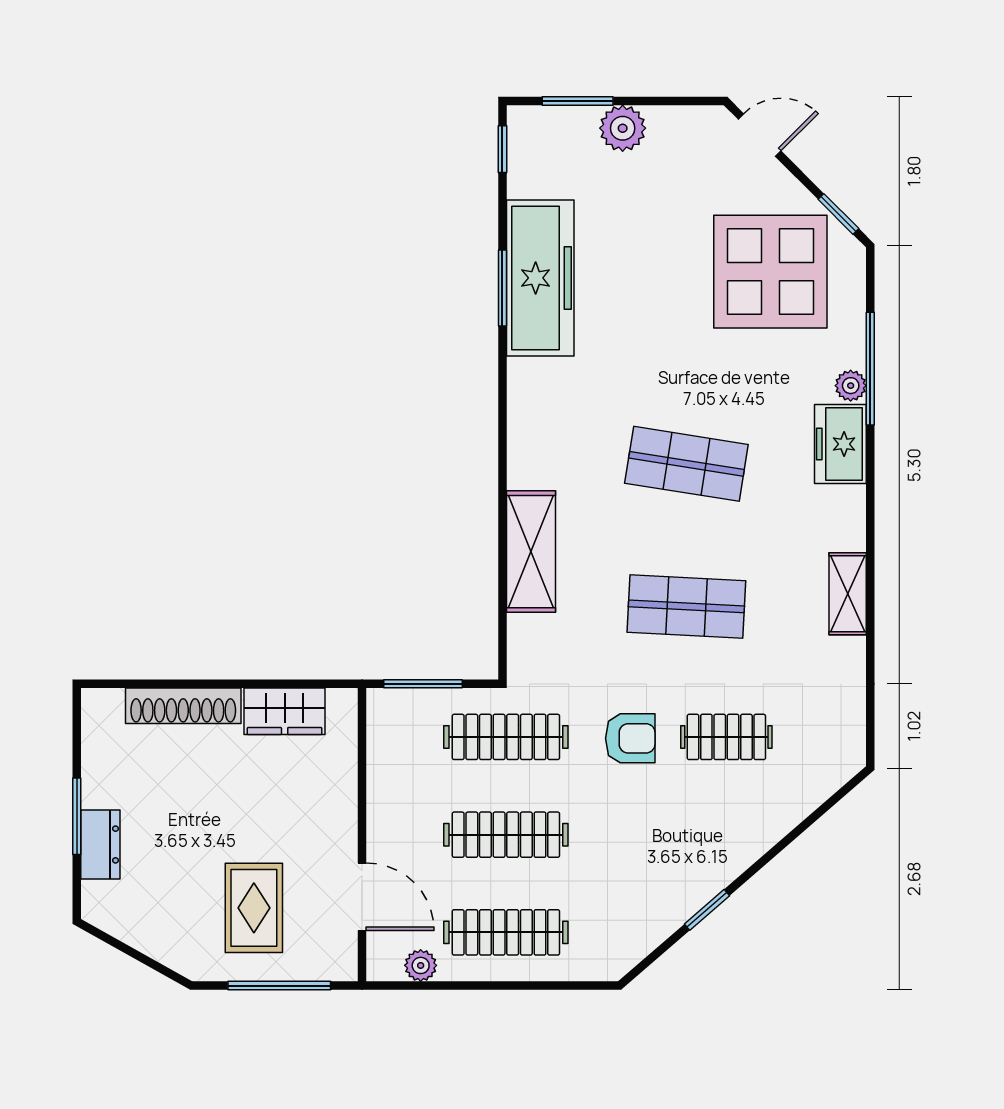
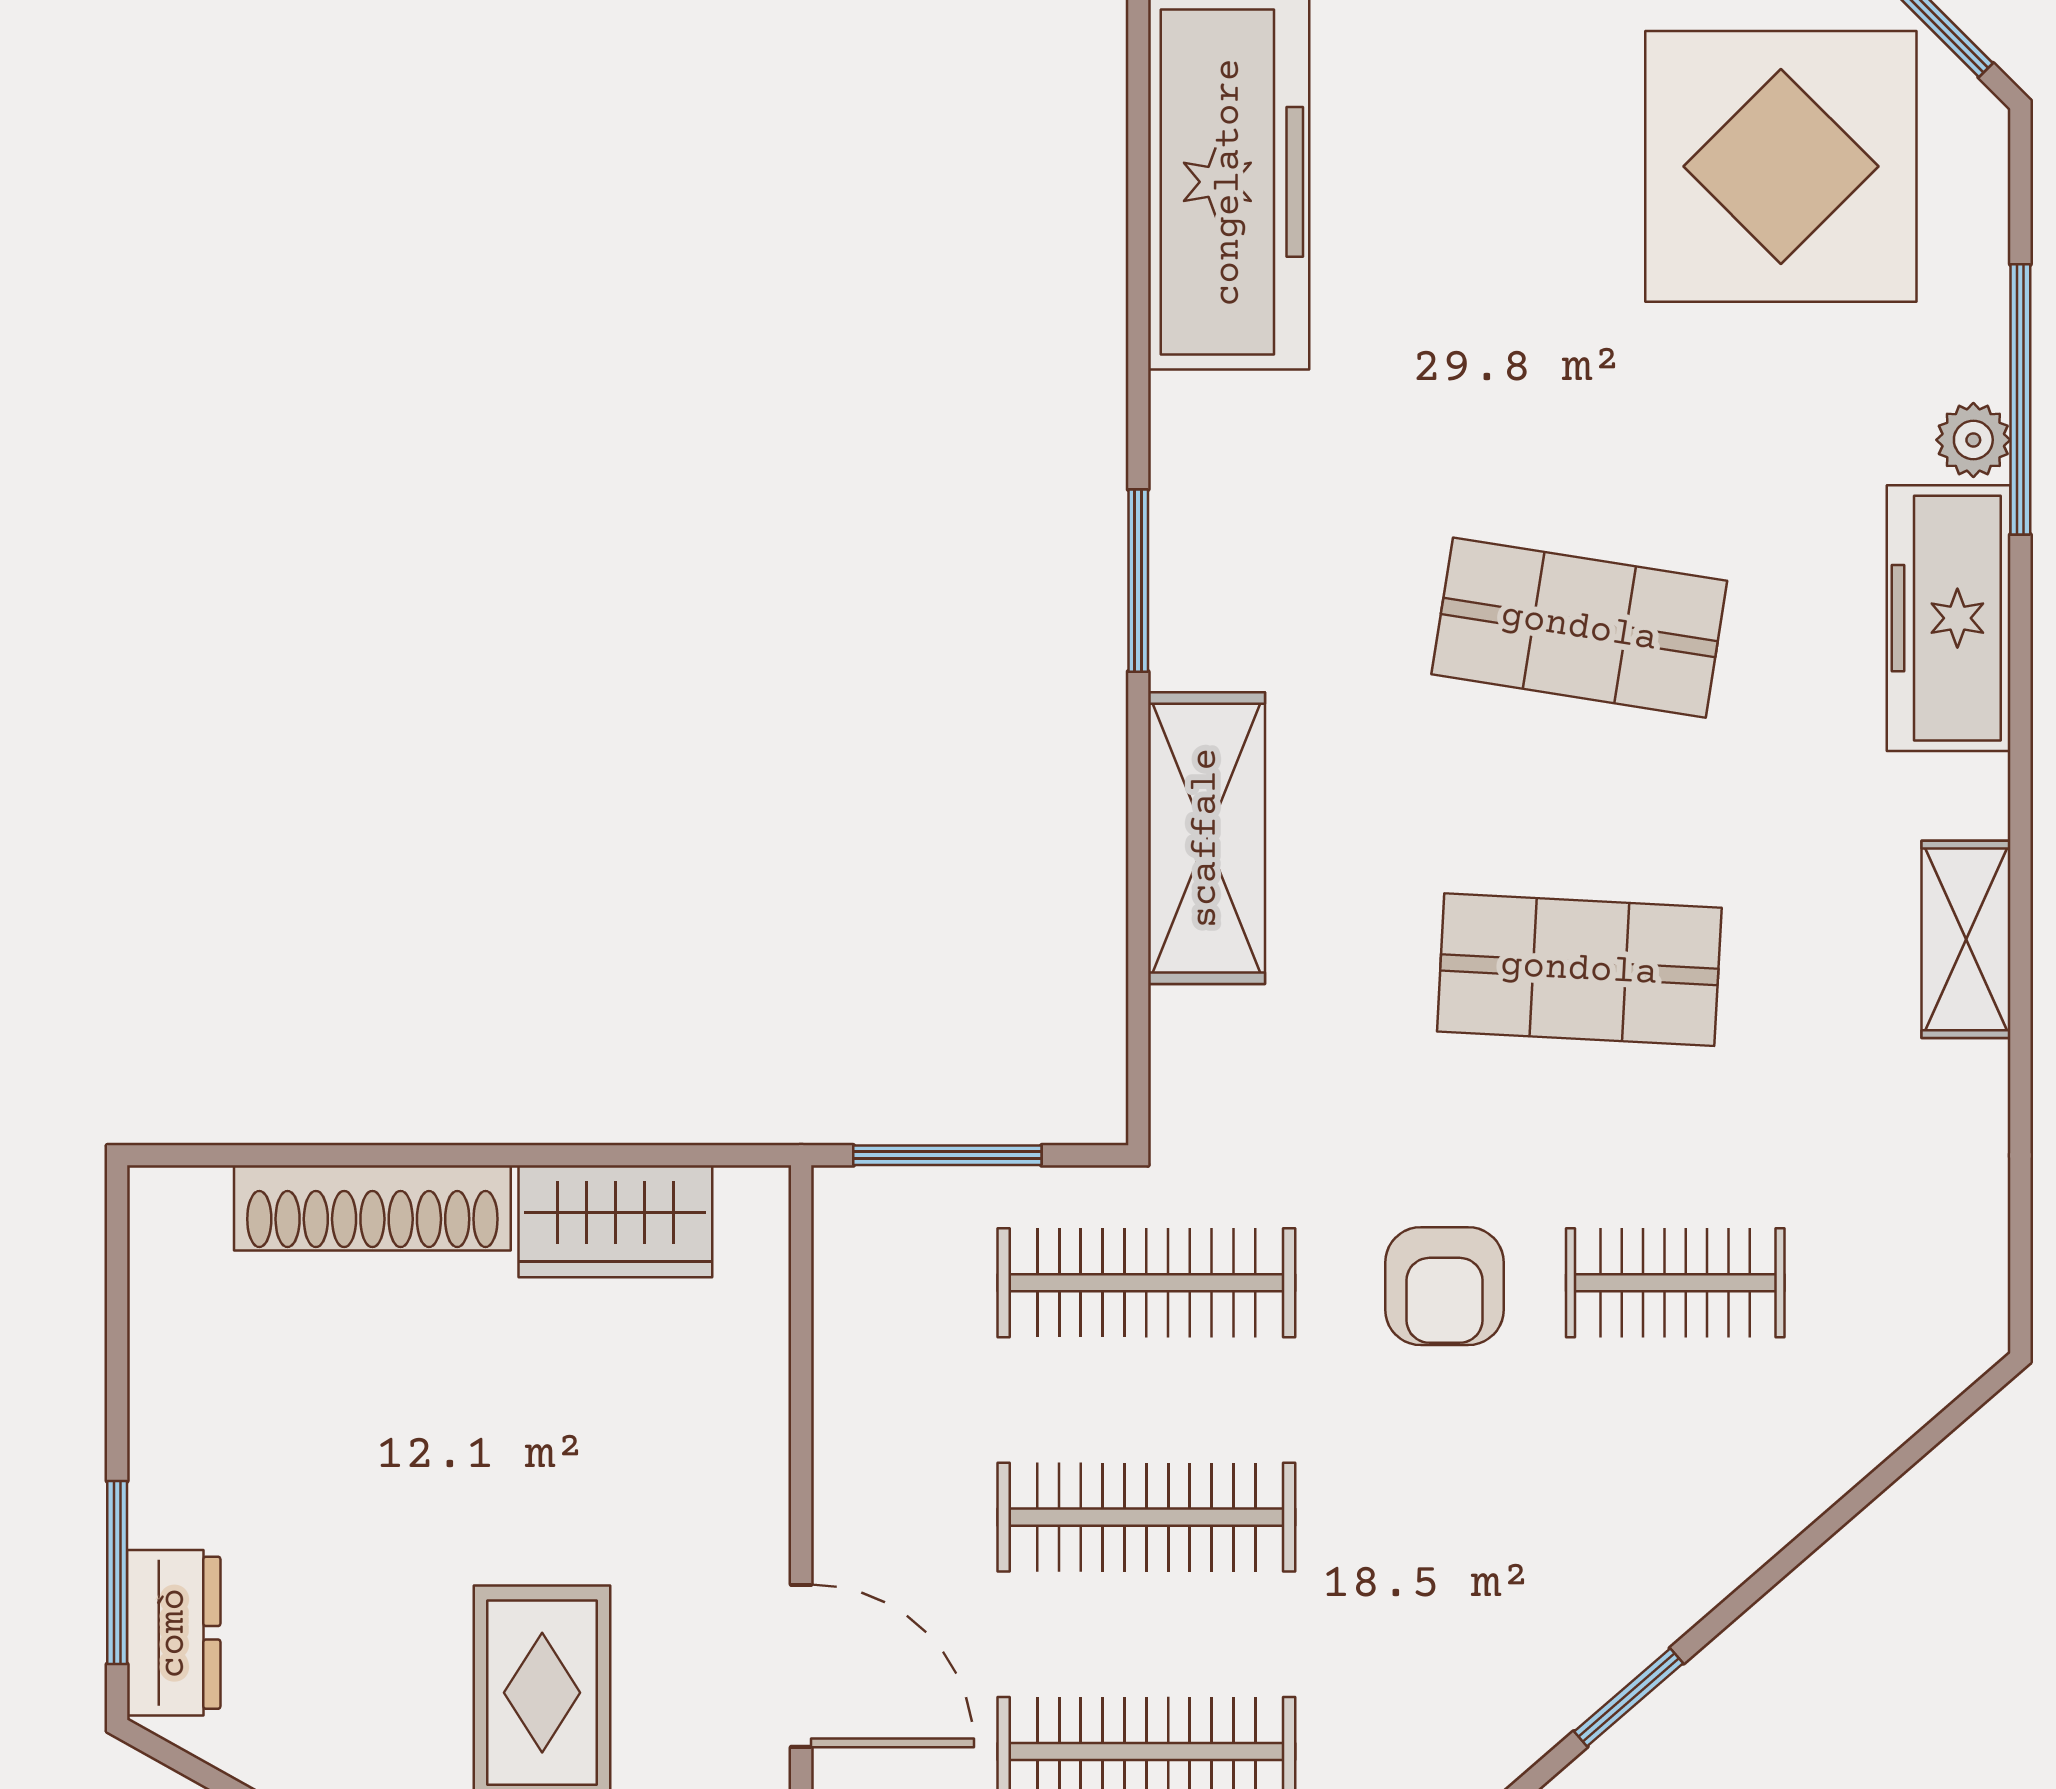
window: (502, 288) -> (1138, 581), moved
freezer: (840, 444) -> (1949, 618), width x1.40
armchair: (630, 738) -> (1444, 1286), turned 90
window: (77, 816) -> (117, 1573), moved
dresser: (100, 845) -> (174, 1633), moved

